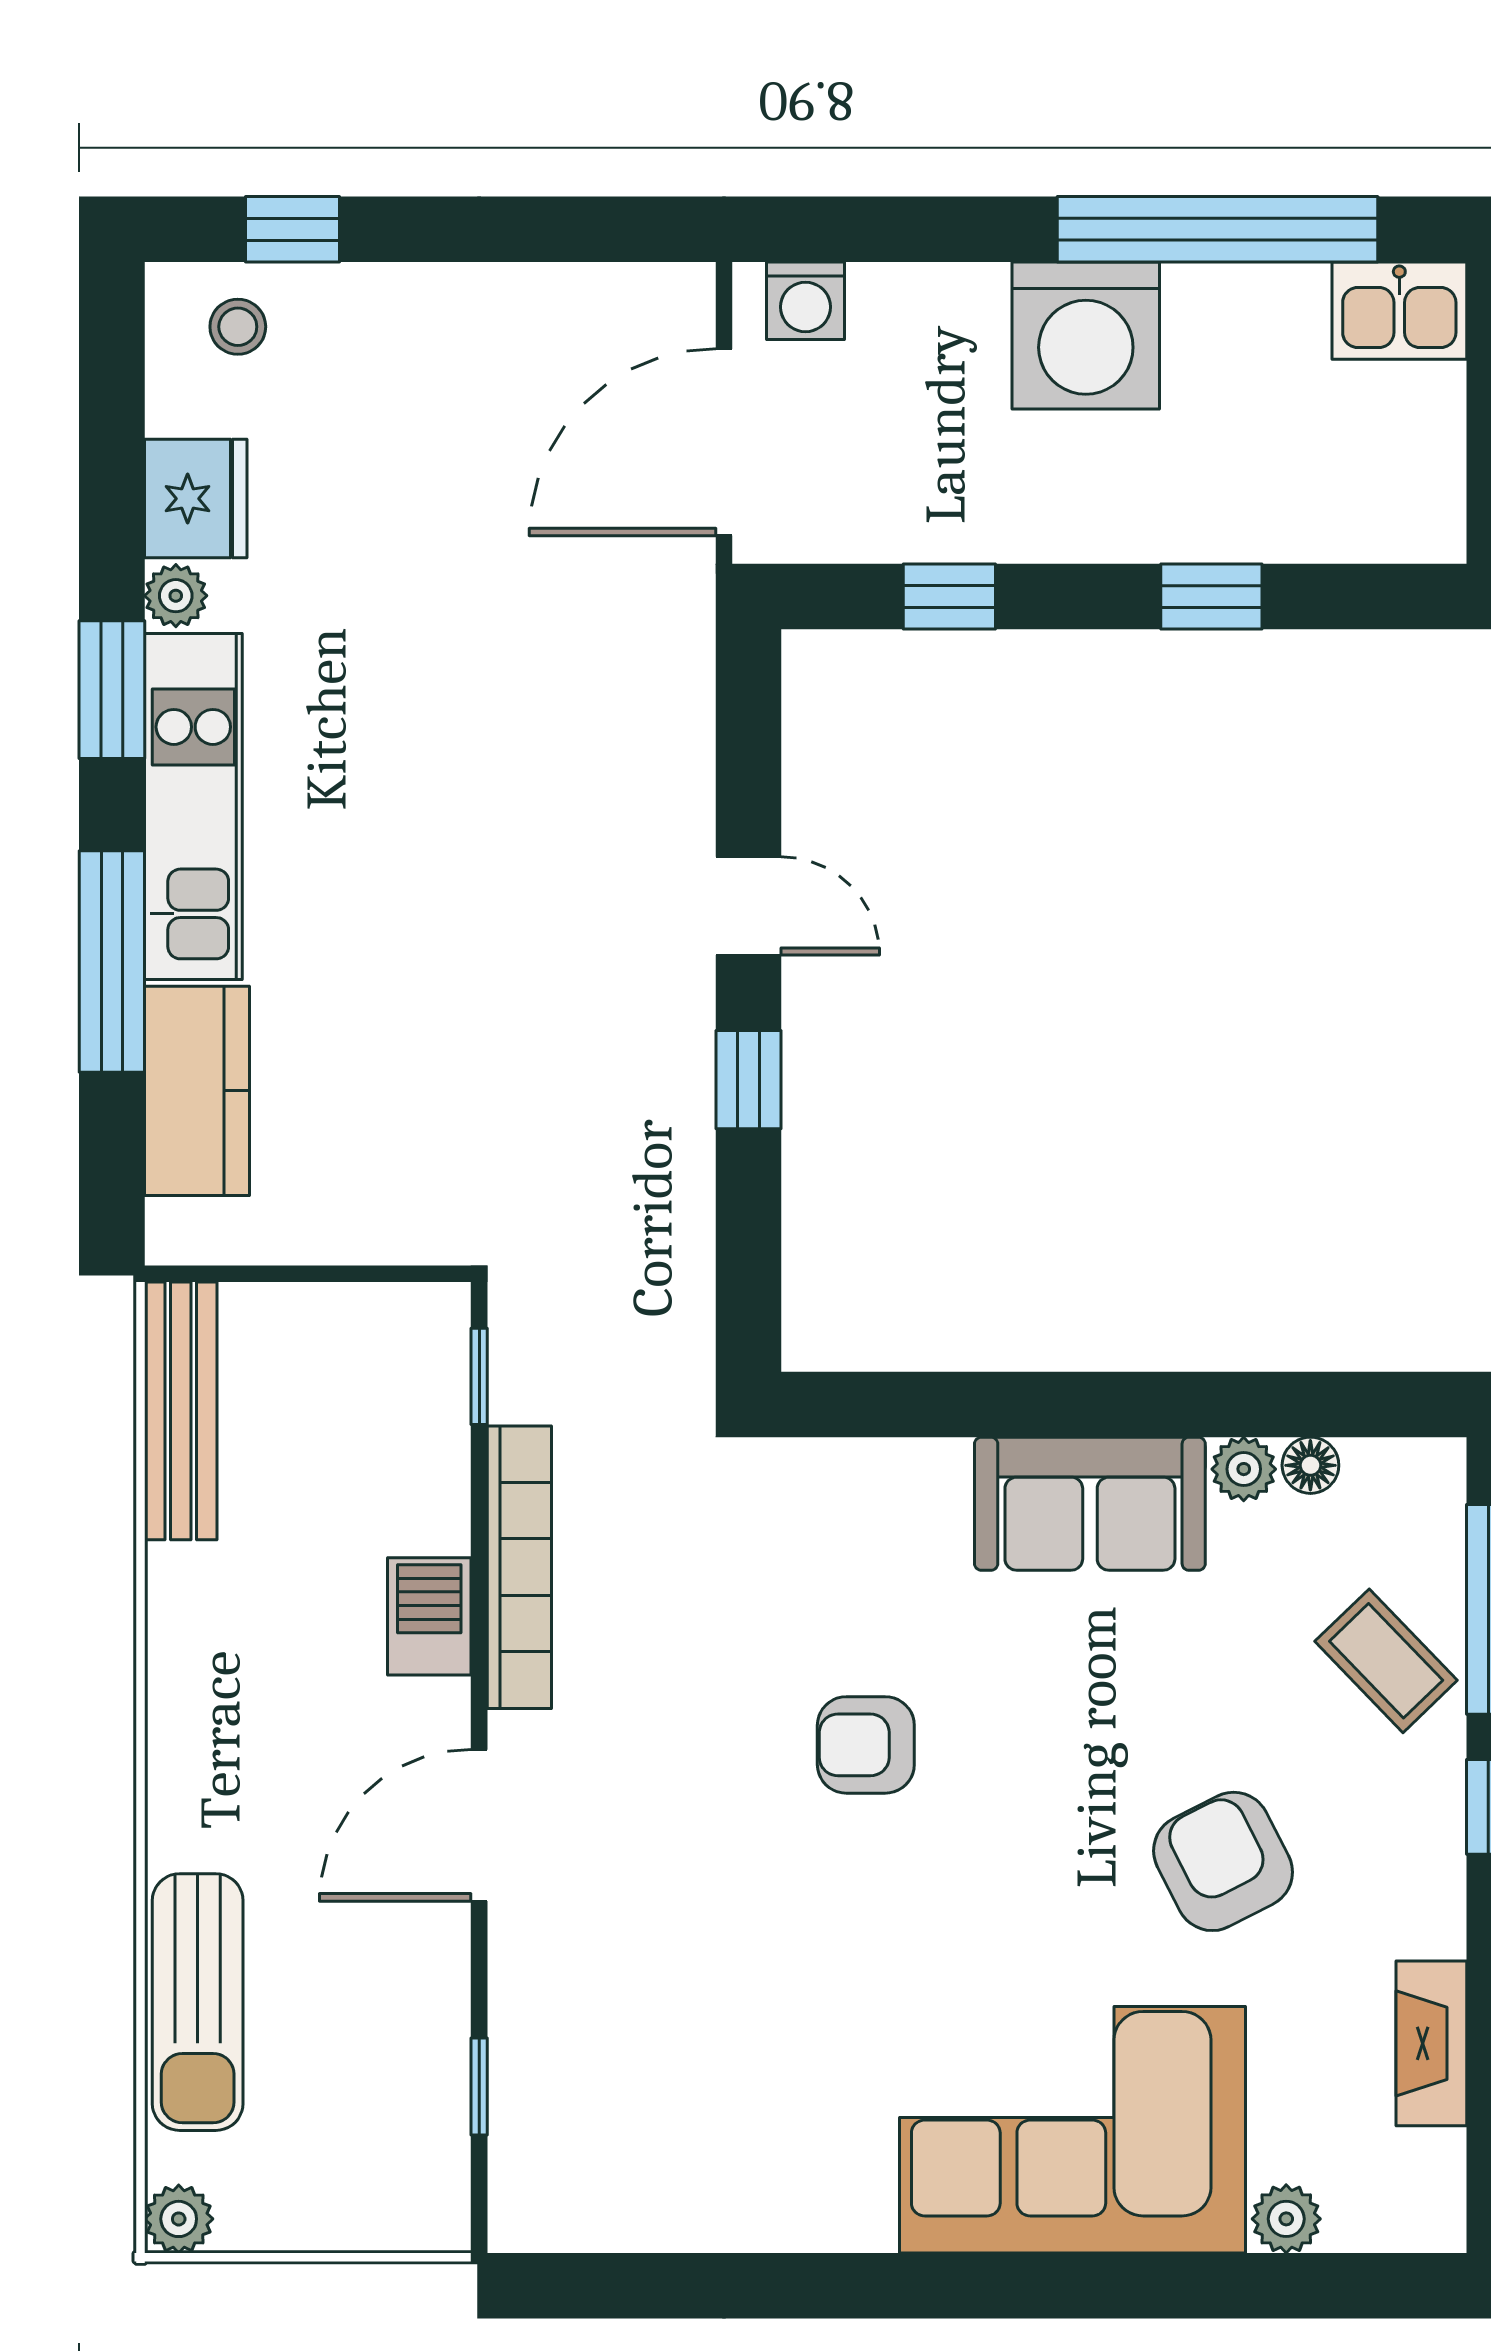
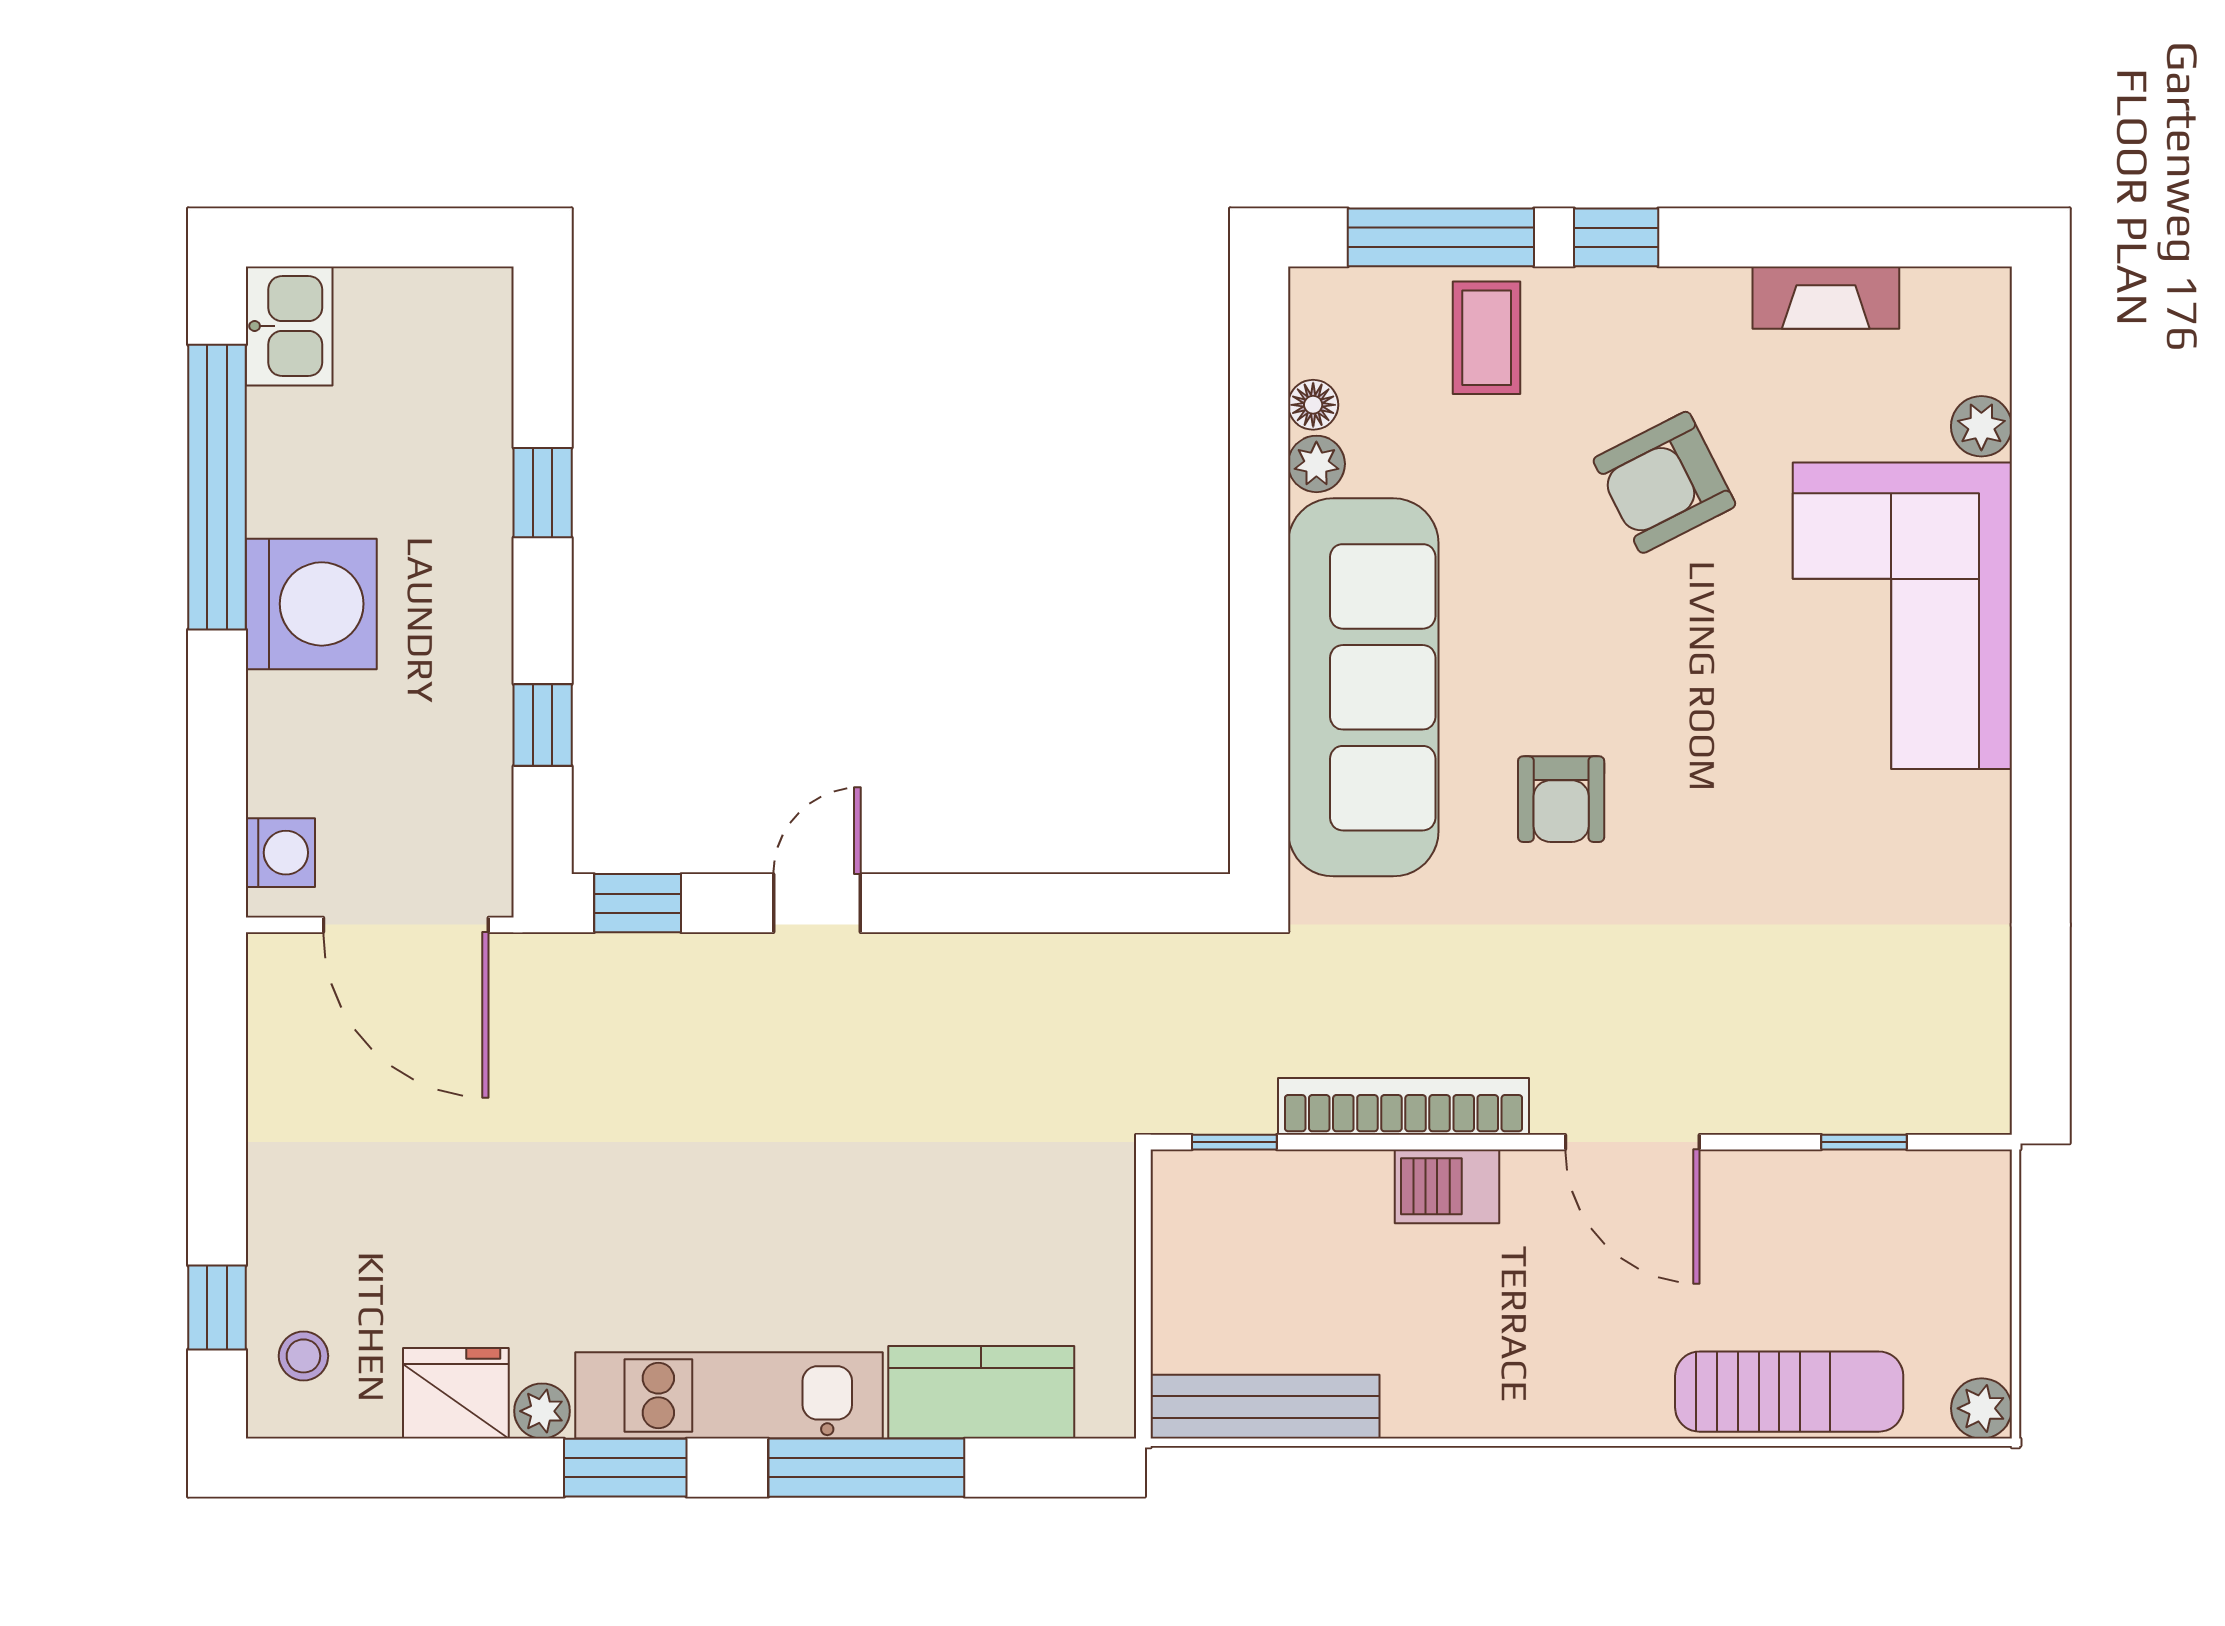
window: (748, 1080) -> (638, 903), moved
sofa: (1090, 1504) -> (1363, 687), width x1.85, depth x1.27
coffee table: (1386, 1661) -> (1487, 338), turned -46

